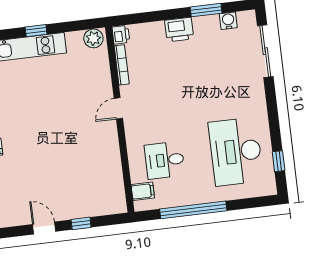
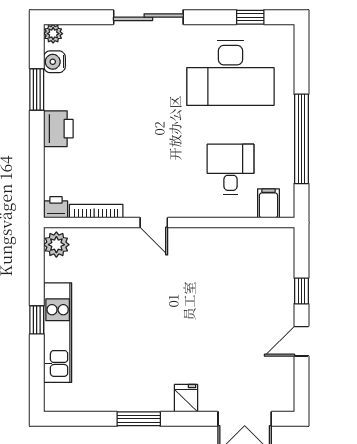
plant: (249, 17) -> (53, 34), added
sliding door: (265, 51) -> (148, 17), moved
desk: (165, 160) -> (230, 169), turned 180

